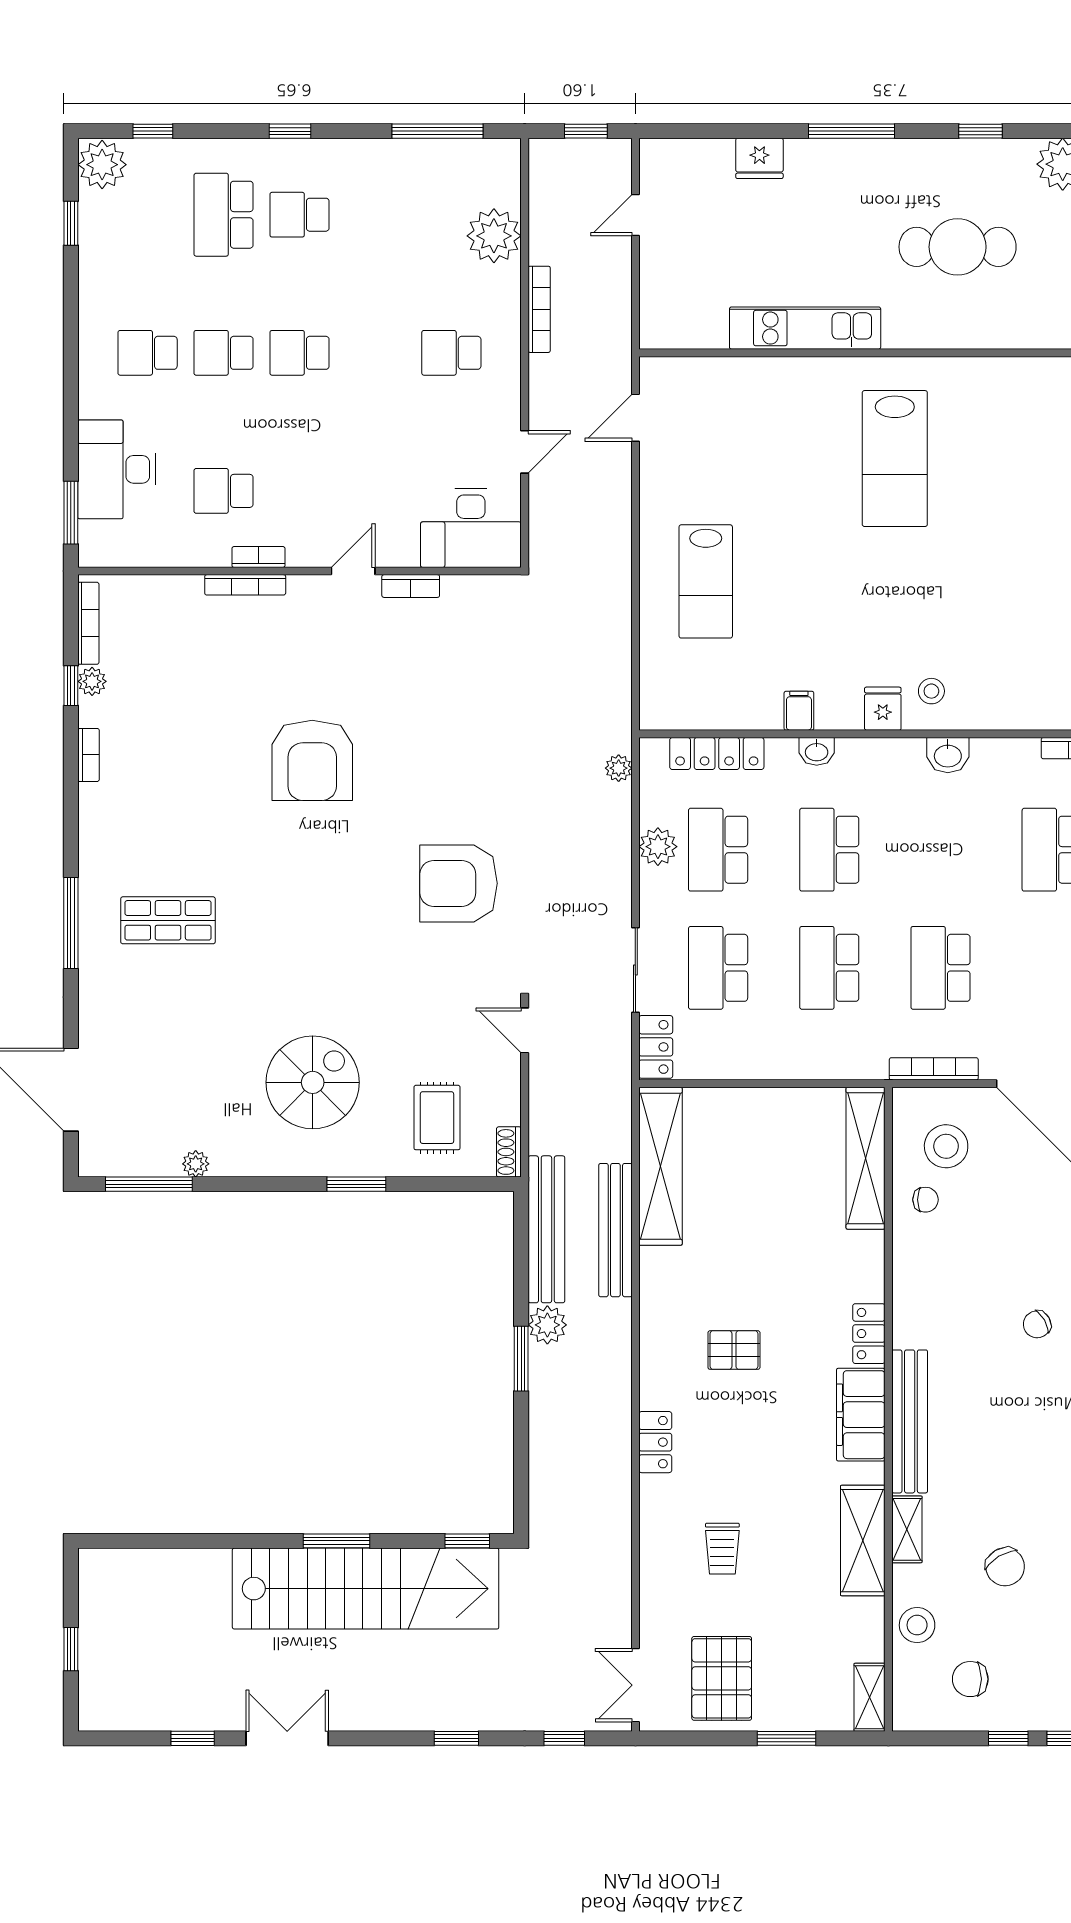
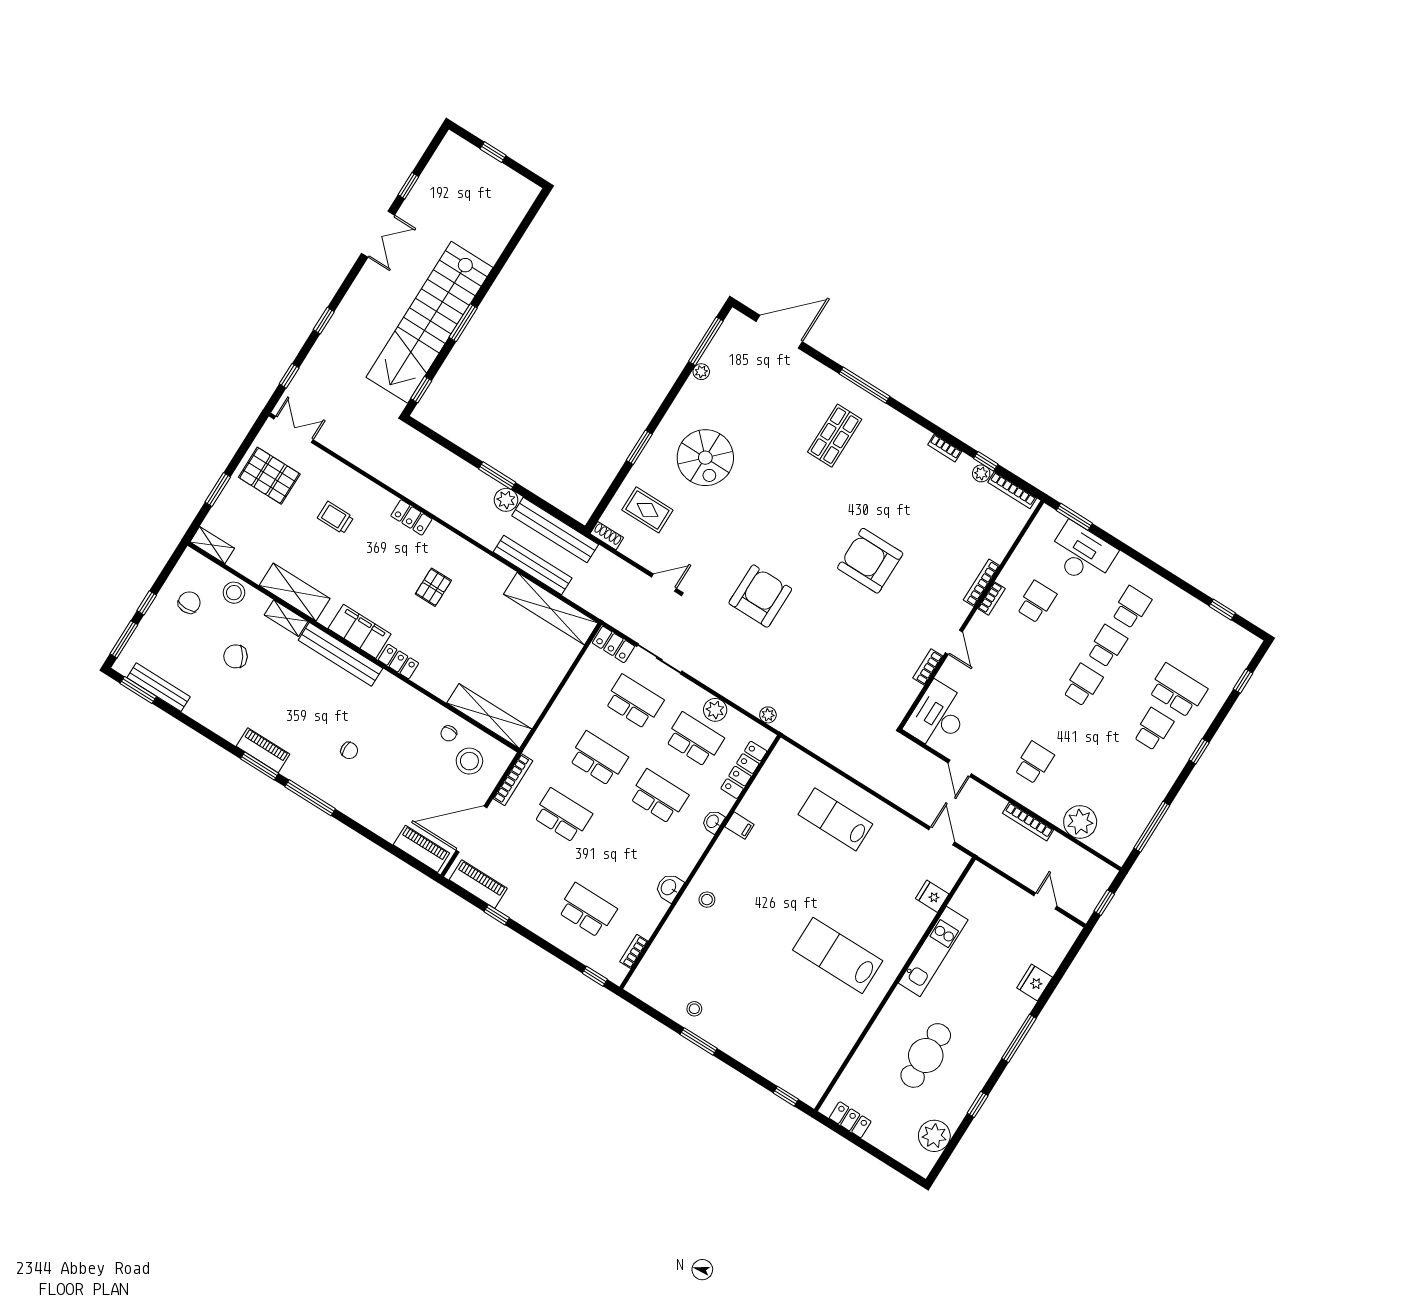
plant: (102, 165) -> (1242, 644), removed
fridge: (883, 709) -> (932, 896), moved, turned 180
chair: (1037, 1324) -> (349, 750), turned 120

